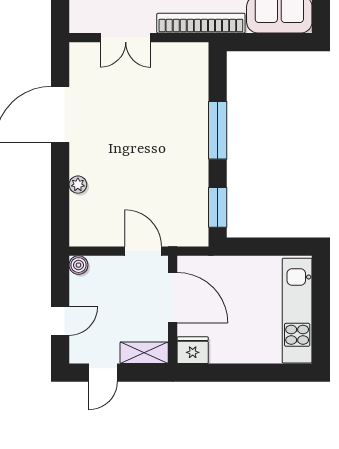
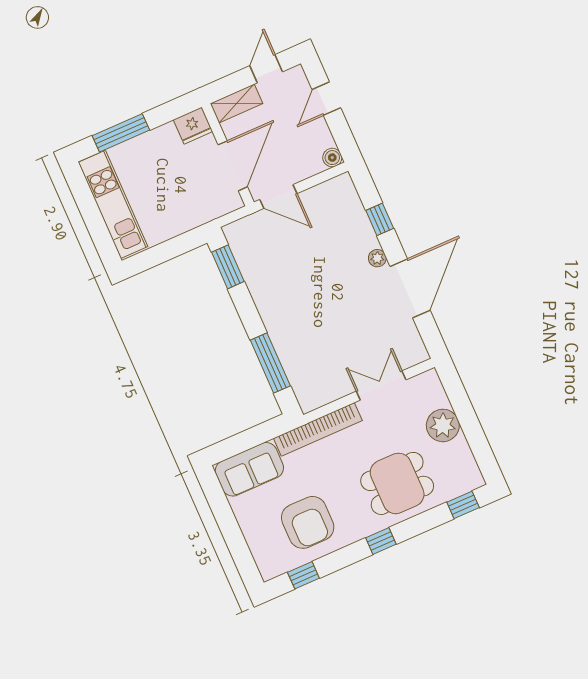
window: (218, 130) -> (270, 363), moved
plant: (78, 185) -> (377, 258), moved
window: (60, 190) -> (380, 219), added
door: (173, 298) -> (233, 166), swing flipped
window: (261, 373) -> (121, 133), added

